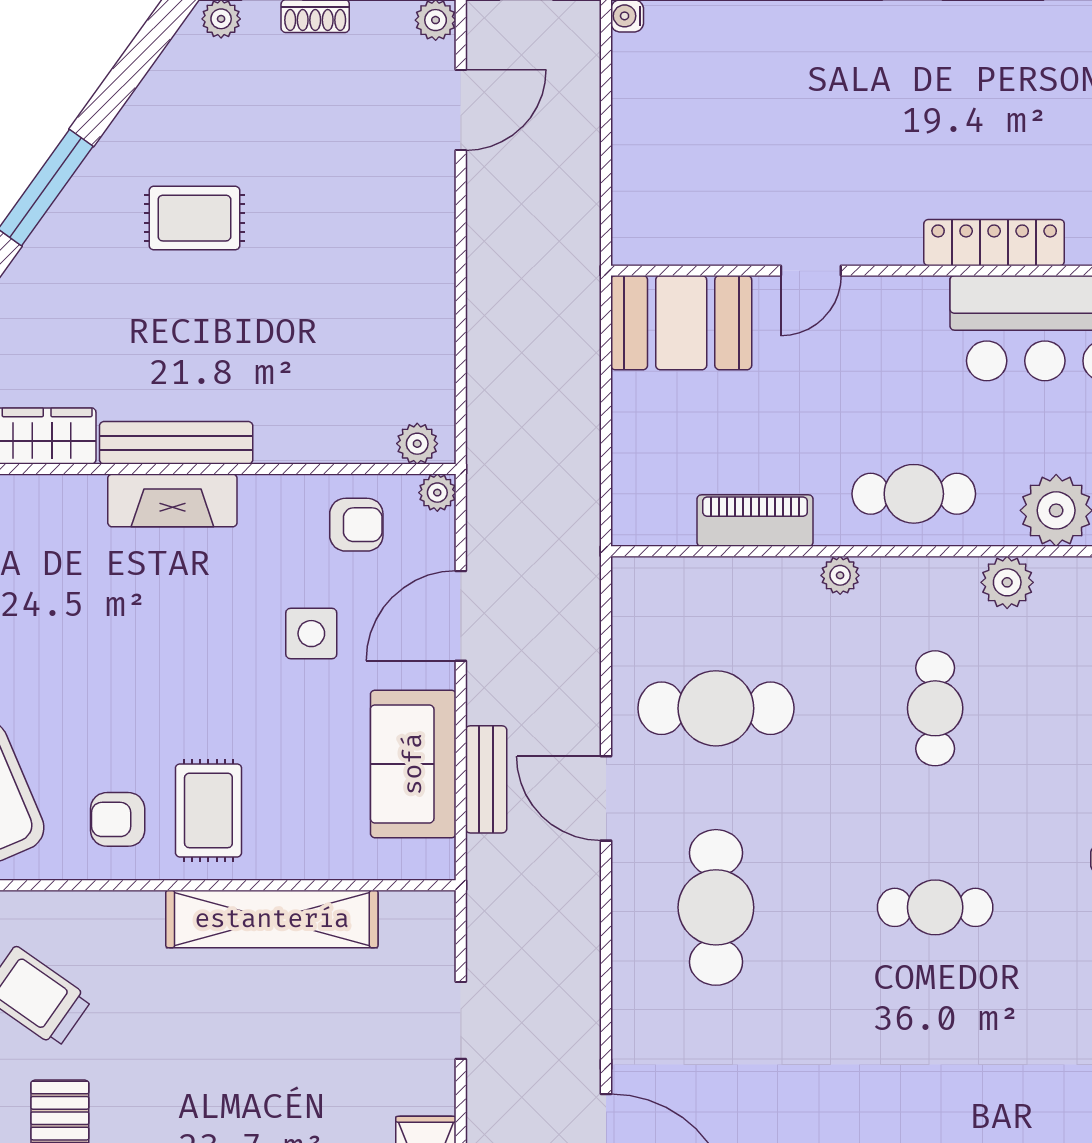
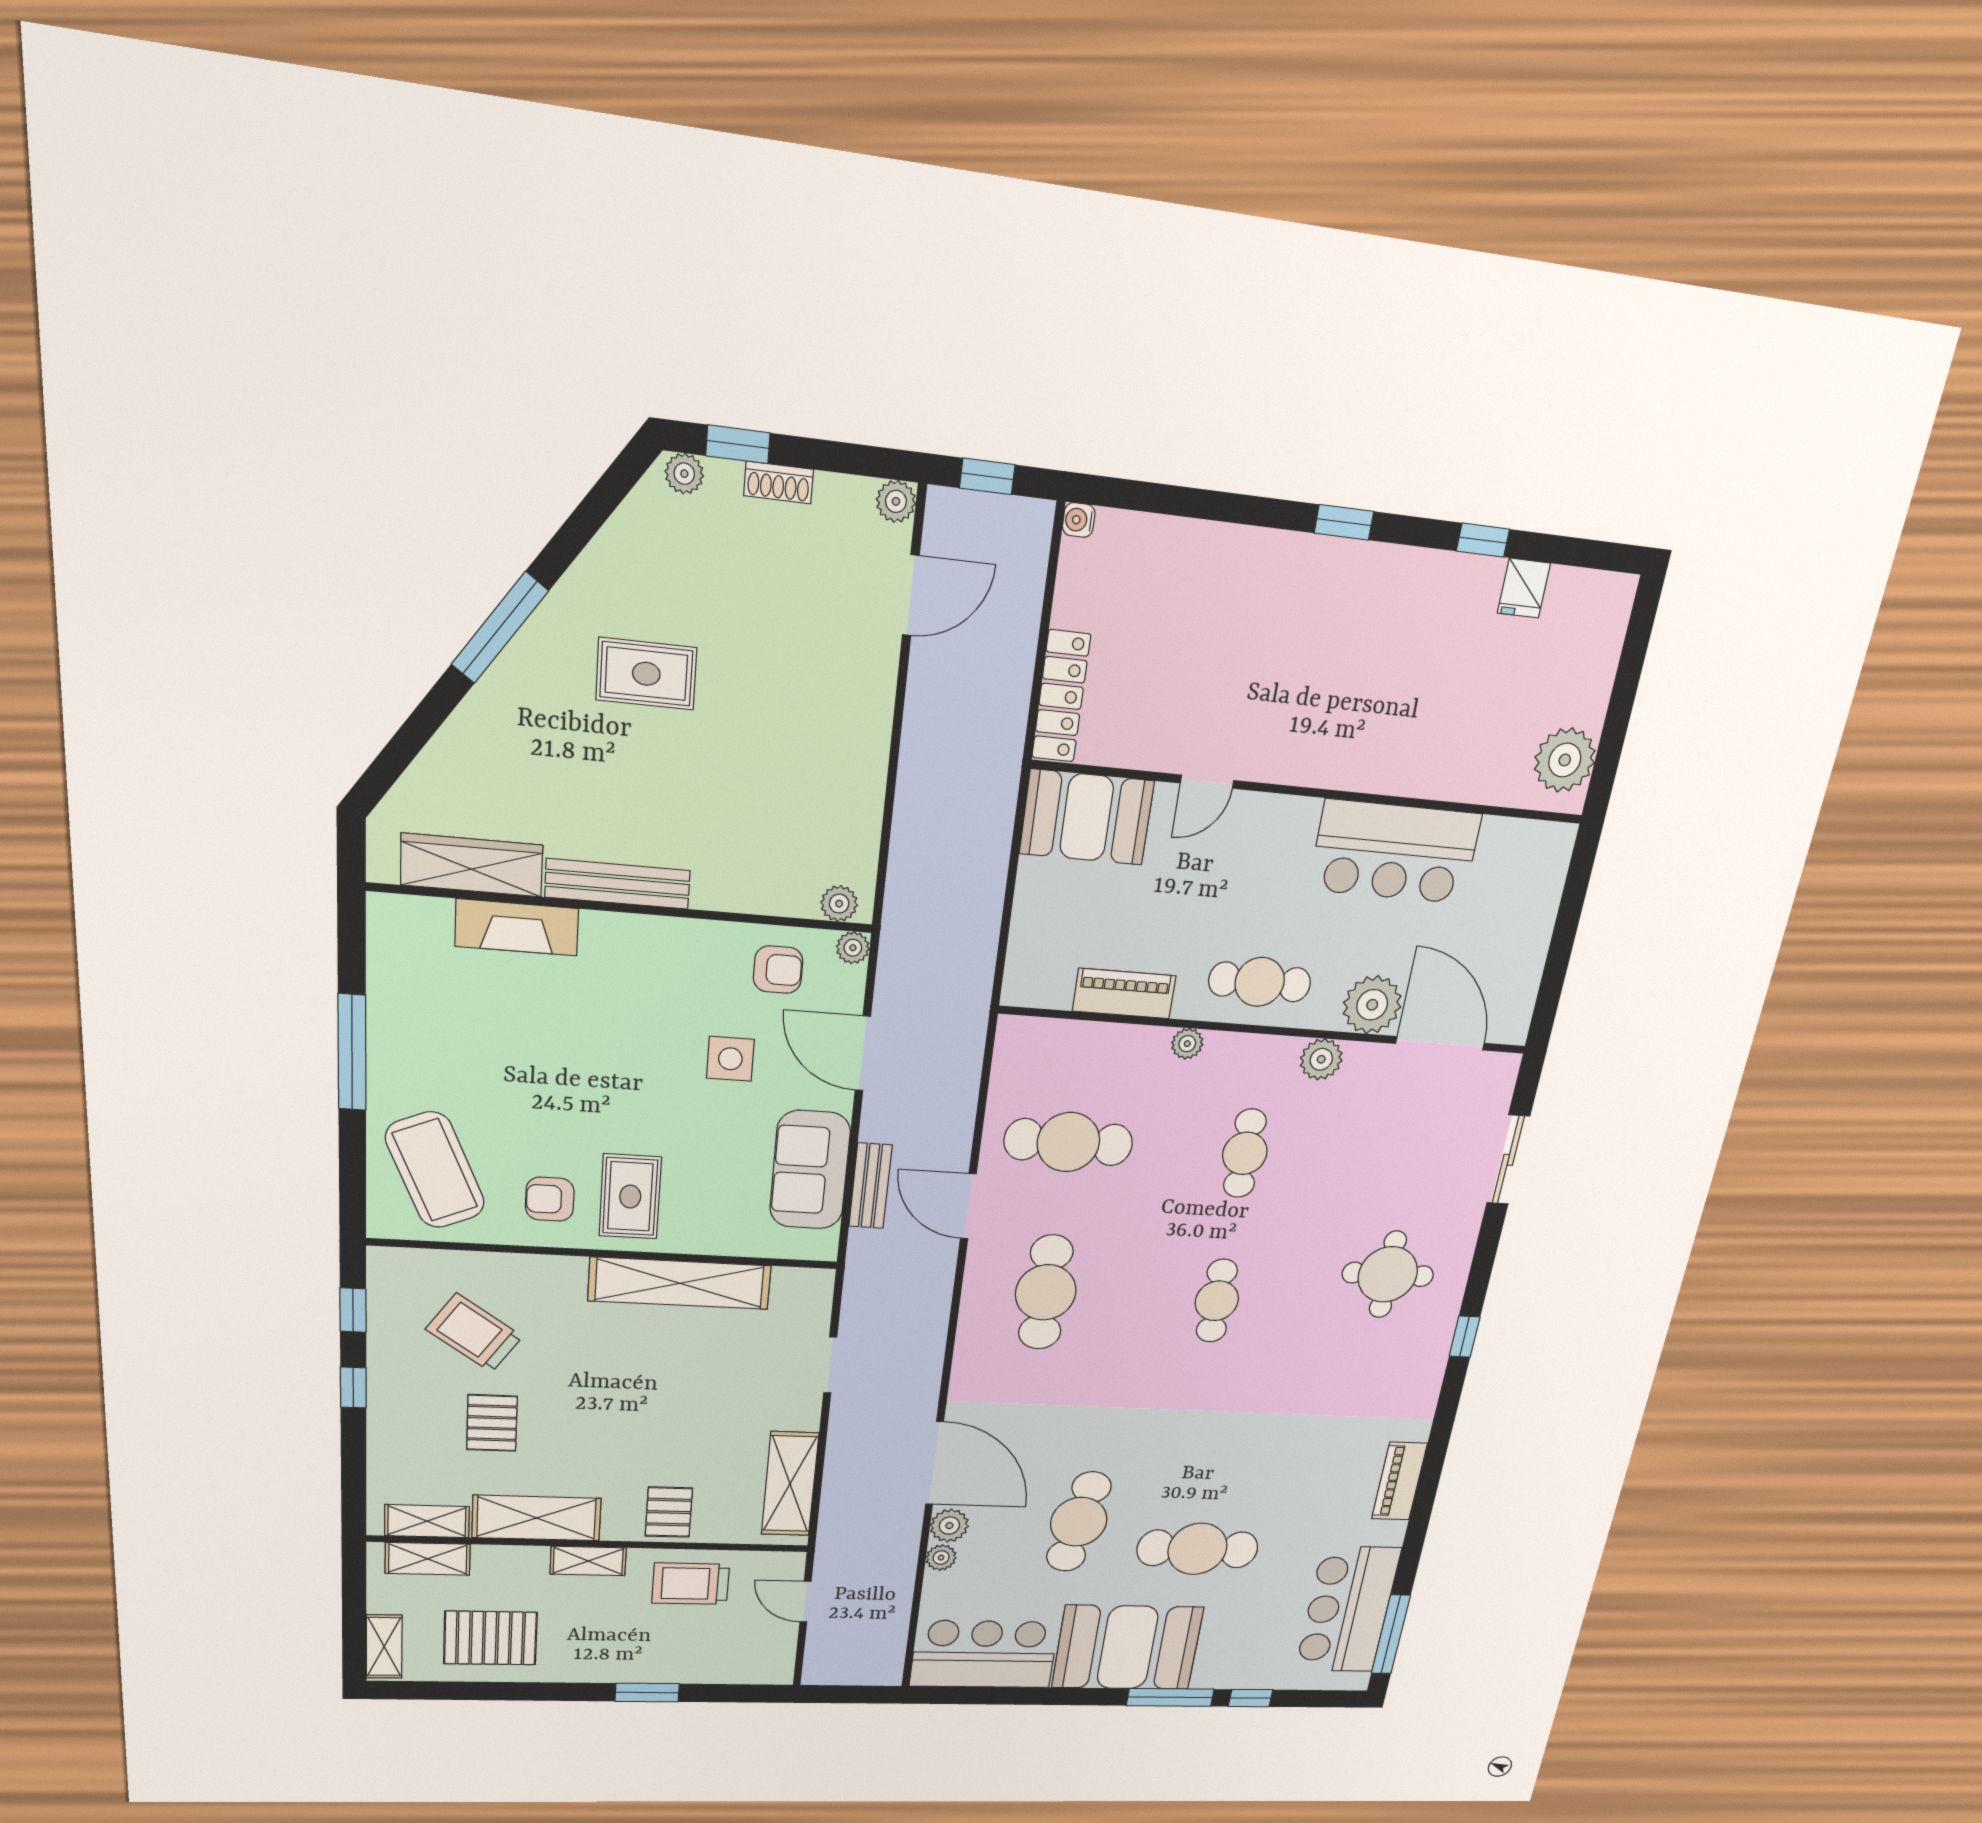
locker: (994, 243) -> (1061, 696), moved, turned 90
fireplace: (172, 500) -> (517, 927), moved
door: (461, 616) -> (863, 1053), hinge flipped
cafe table: (935, 907) -> (1217, 1301), turned 90

